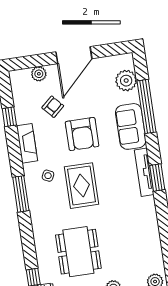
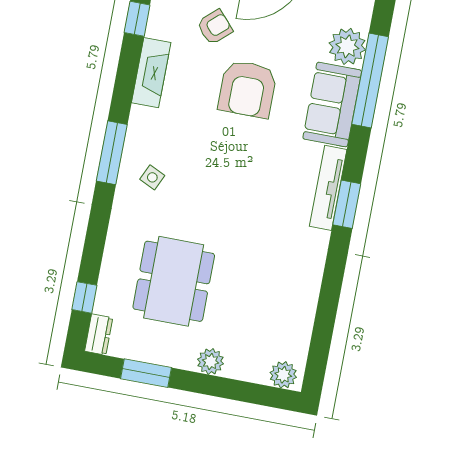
plant: (126, 81) -> (347, 46), moved
side table: (48, 176) -> (152, 177), moved
rug: (82, 186) -> (217, 174), removed

